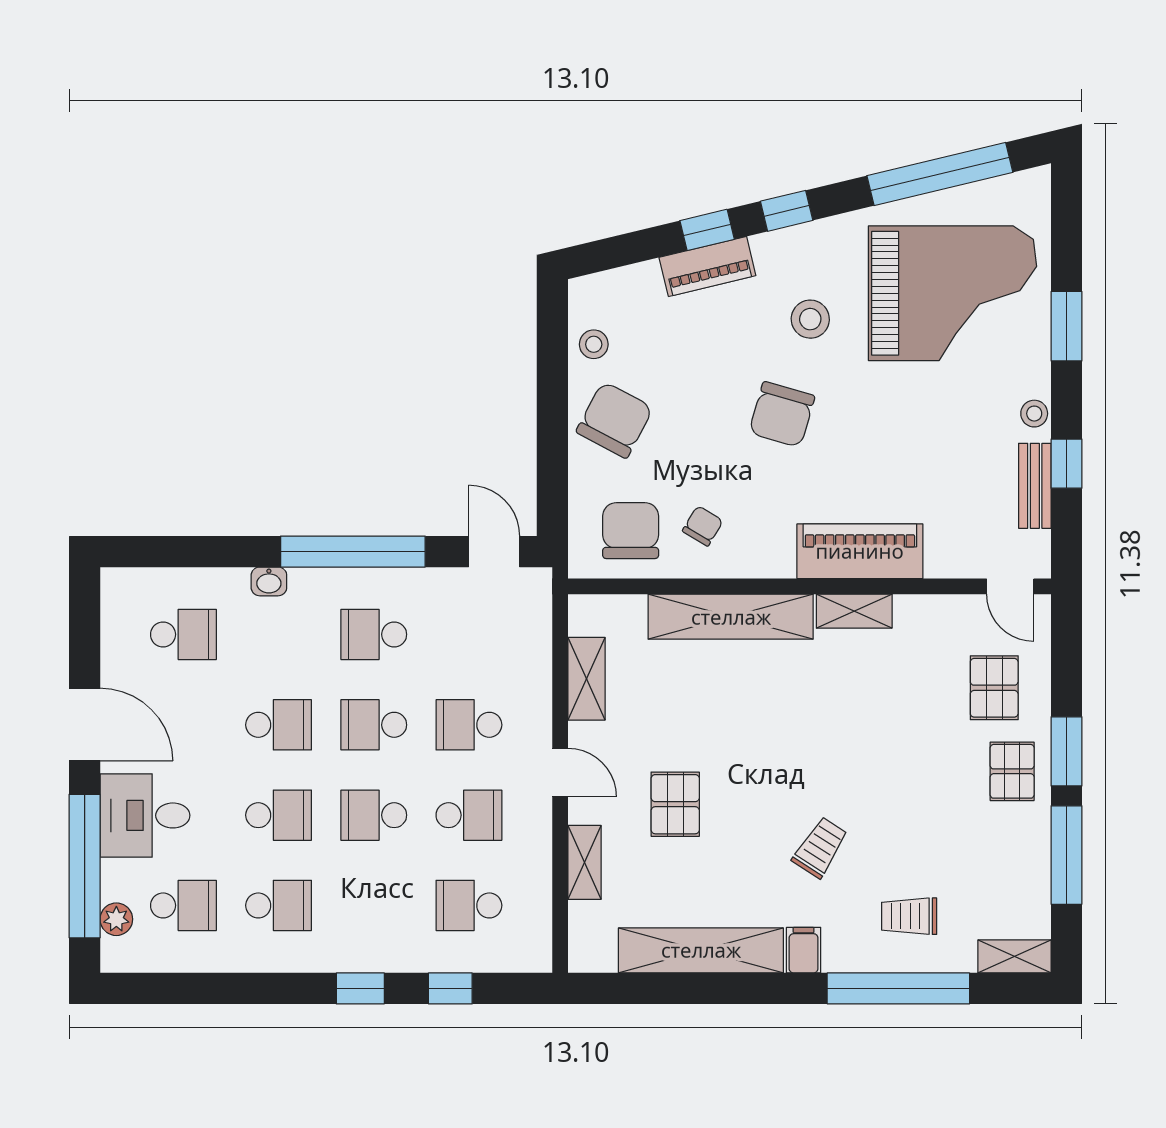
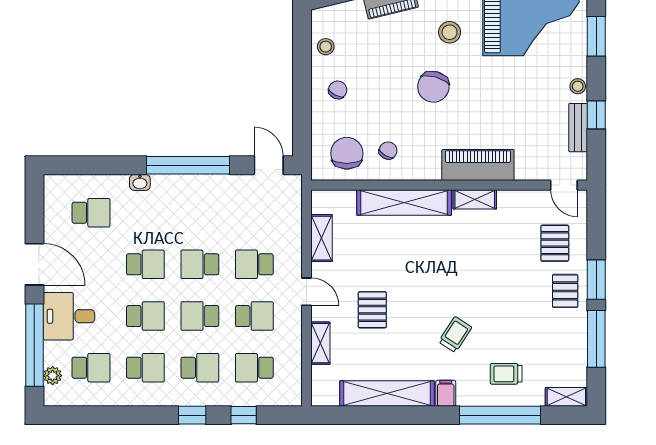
chair: (615, 420) -> (338, 90), width x0.54, depth x0.54
school desk: (374, 634) -> (200, 368), moved, turned 180

